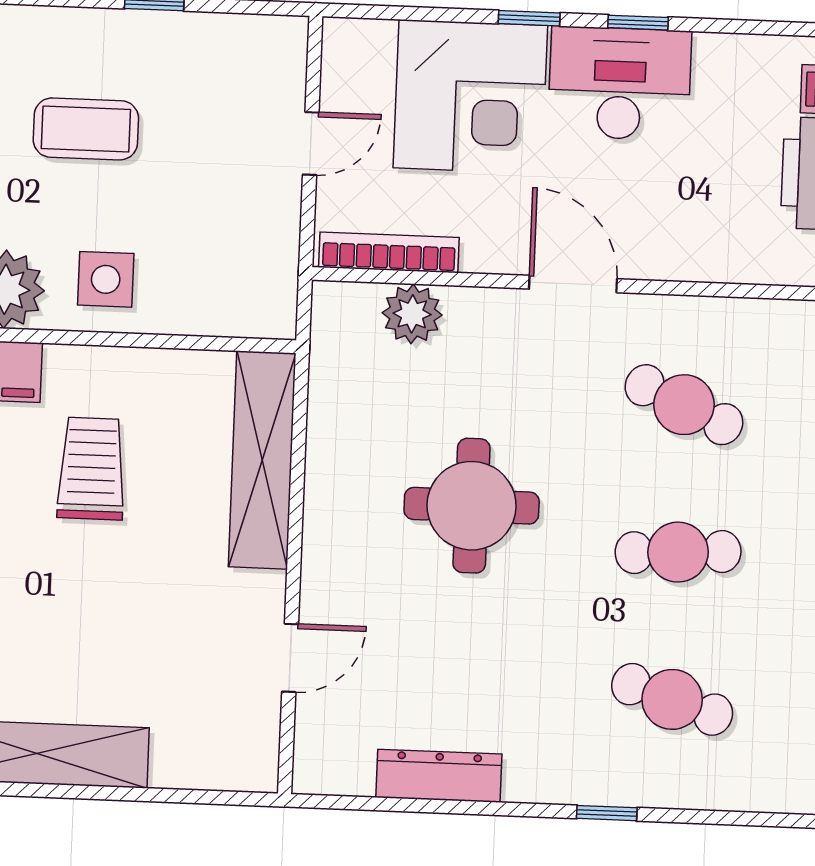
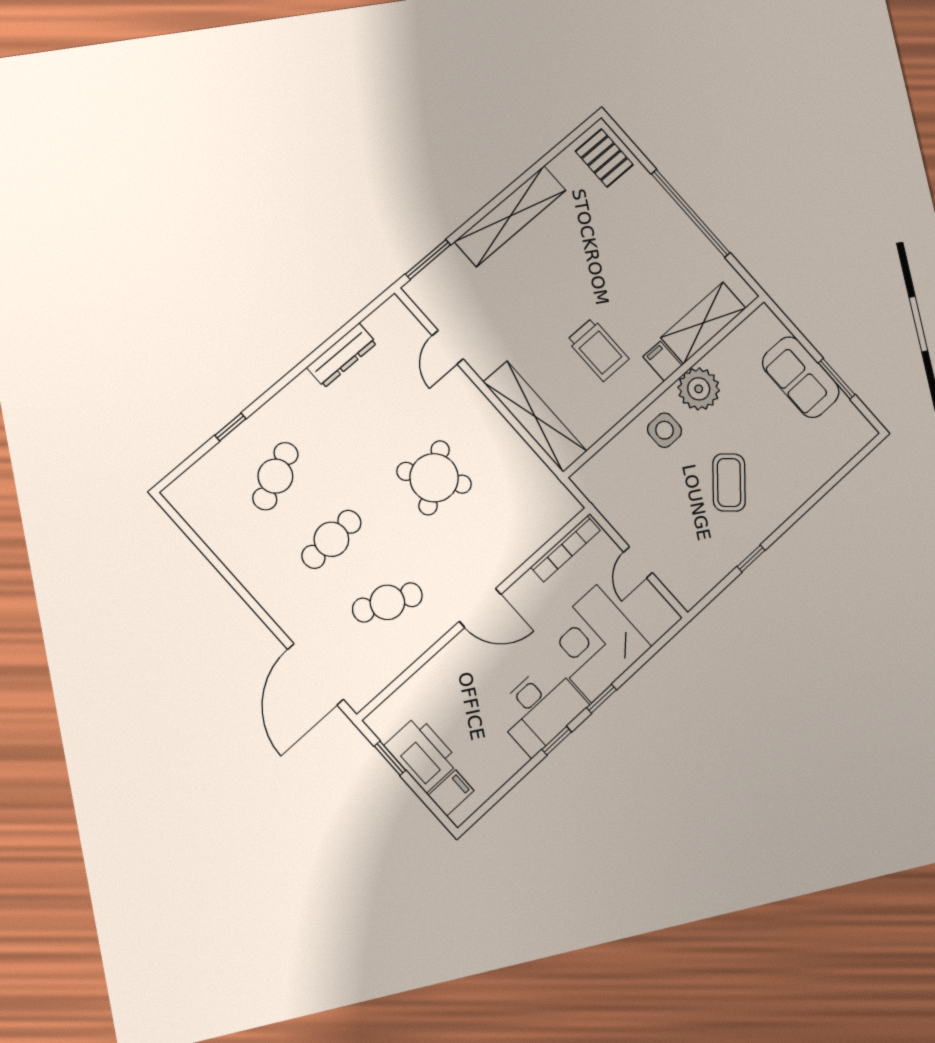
coffee table: (86, 129) -> (729, 483), turned -48
plant: (412, 314) -> (533, 533), removed
round table: (472, 506) -> (434, 478), turned -36
cafe table: (672, 699) -> (275, 476), turned -42
window: (204, 797) -> (428, 259), added
window: (607, 813) -> (230, 427), moved

